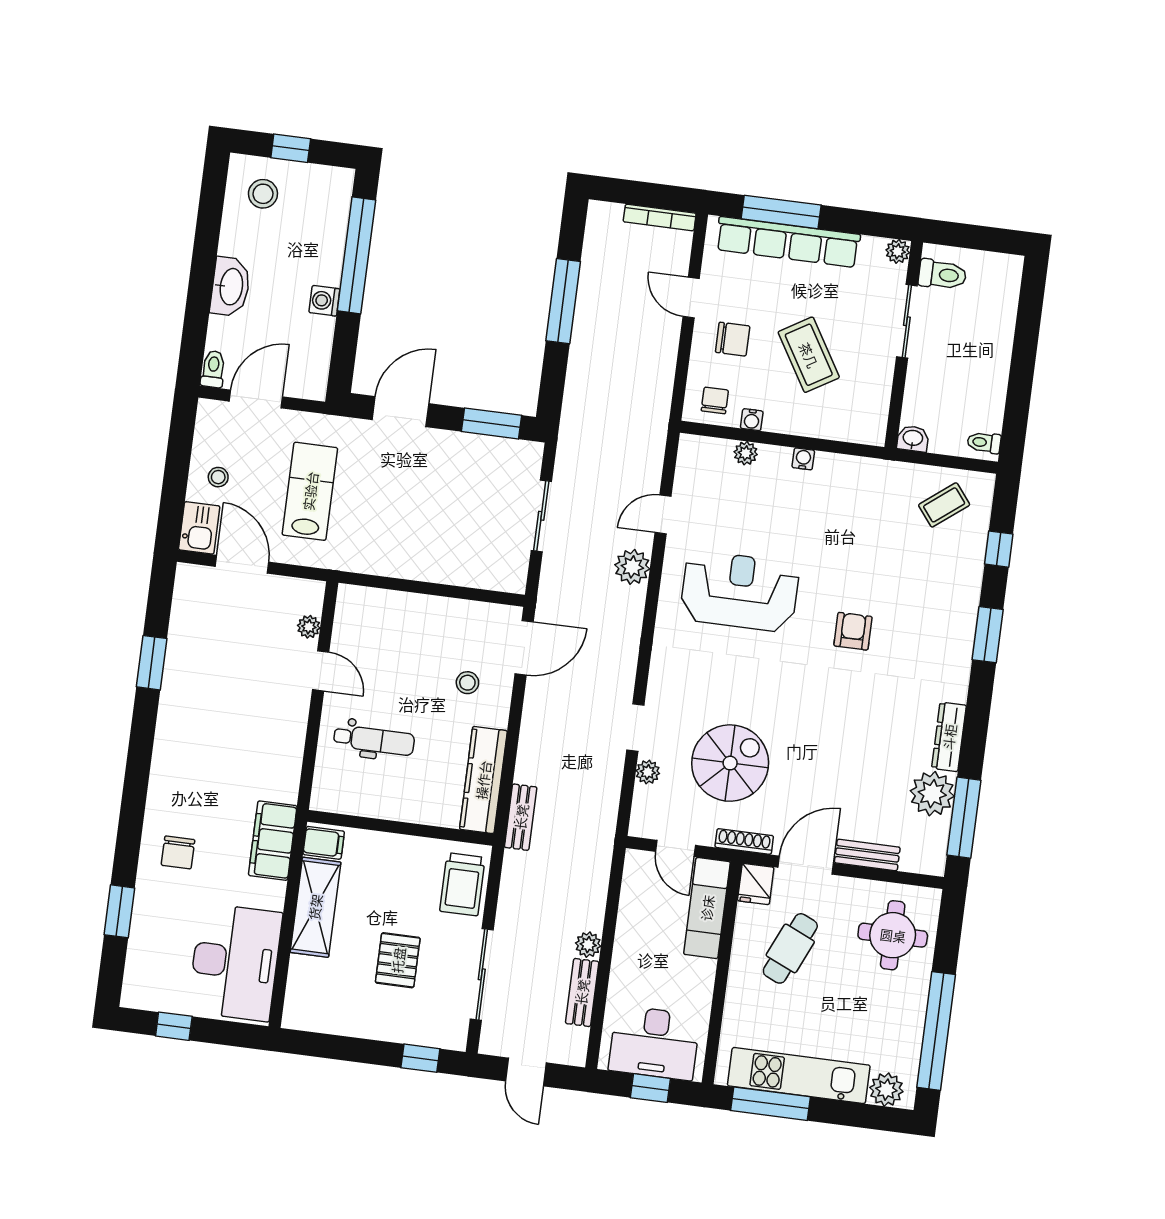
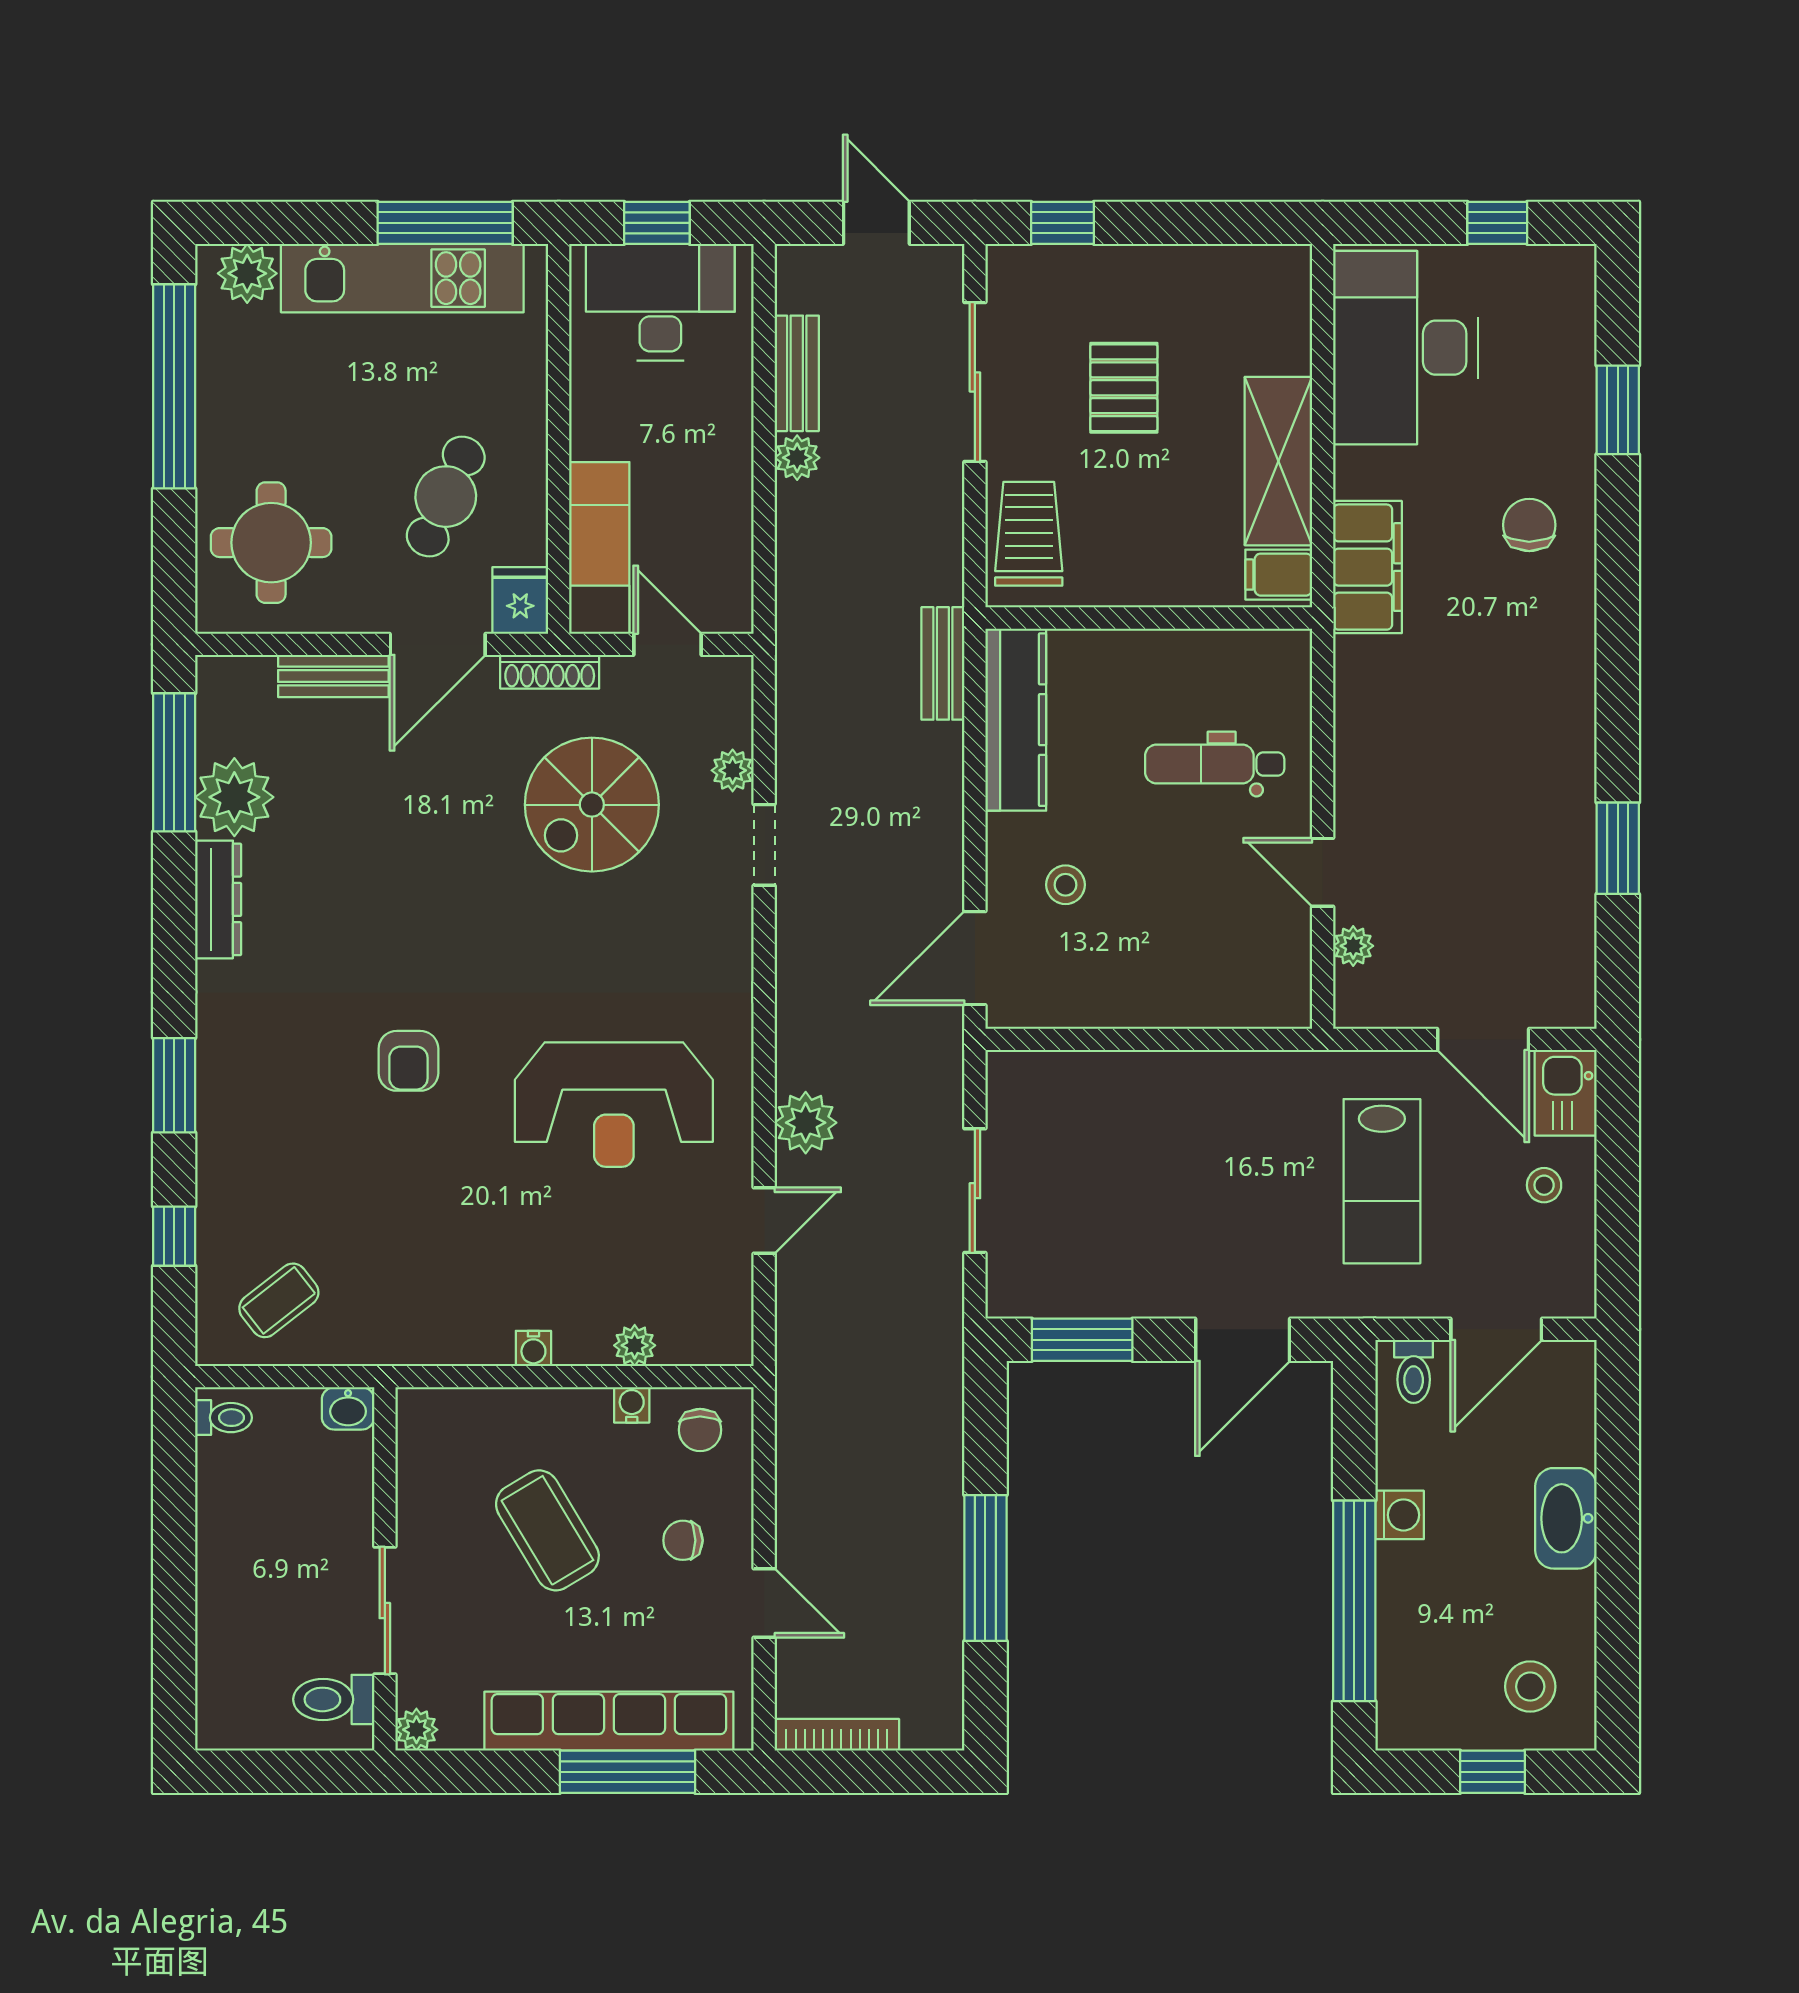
chair: (733, 339) -> (683, 1540), width x0.73, depth x0.73
toilet: (213, 369) -> (1414, 1371), moved

